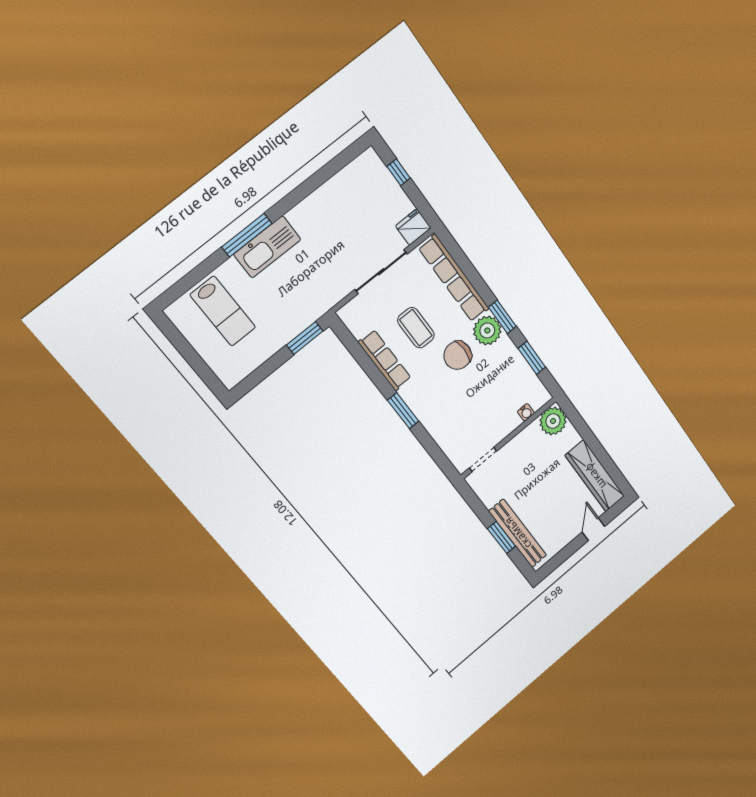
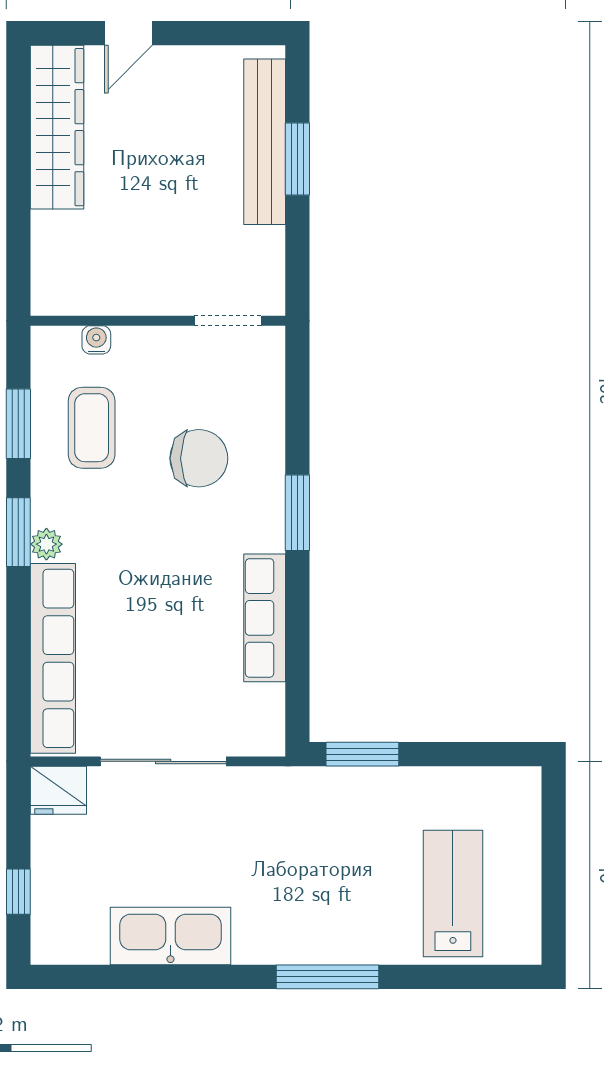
kitchen sink: (267, 247) -> (170, 936), moved
coffee table: (416, 328) -> (92, 428), moved
plant: (487, 330) -> (46, 544), width x0.53, depth x0.53
chair: (458, 355) -> (199, 458), moved
plant: (553, 421) -> (61, 286), removed

